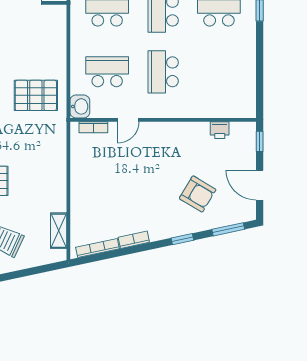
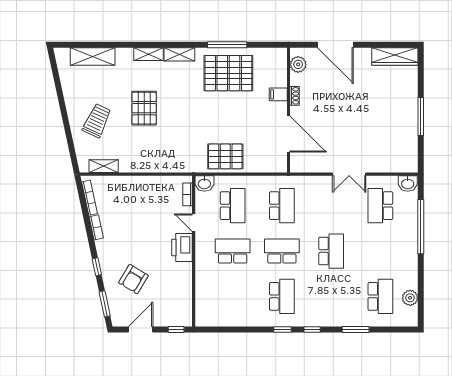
pallet: (36, 95) -> (225, 156), moved, turned 90
printer: (220, 130) -> (182, 248), moved, width x1.87, depth x1.48

